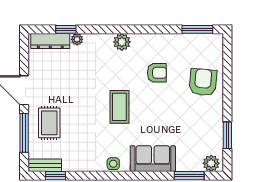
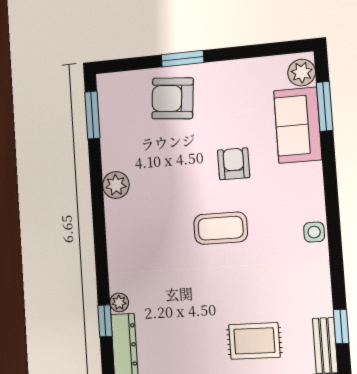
plant: (122, 42) -> (116, 185), moved
armchair: (157, 73) -> (234, 164), moved
window: (227, 135) -> (183, 59), moved
sofa: (153, 159) -> (298, 125), moved

